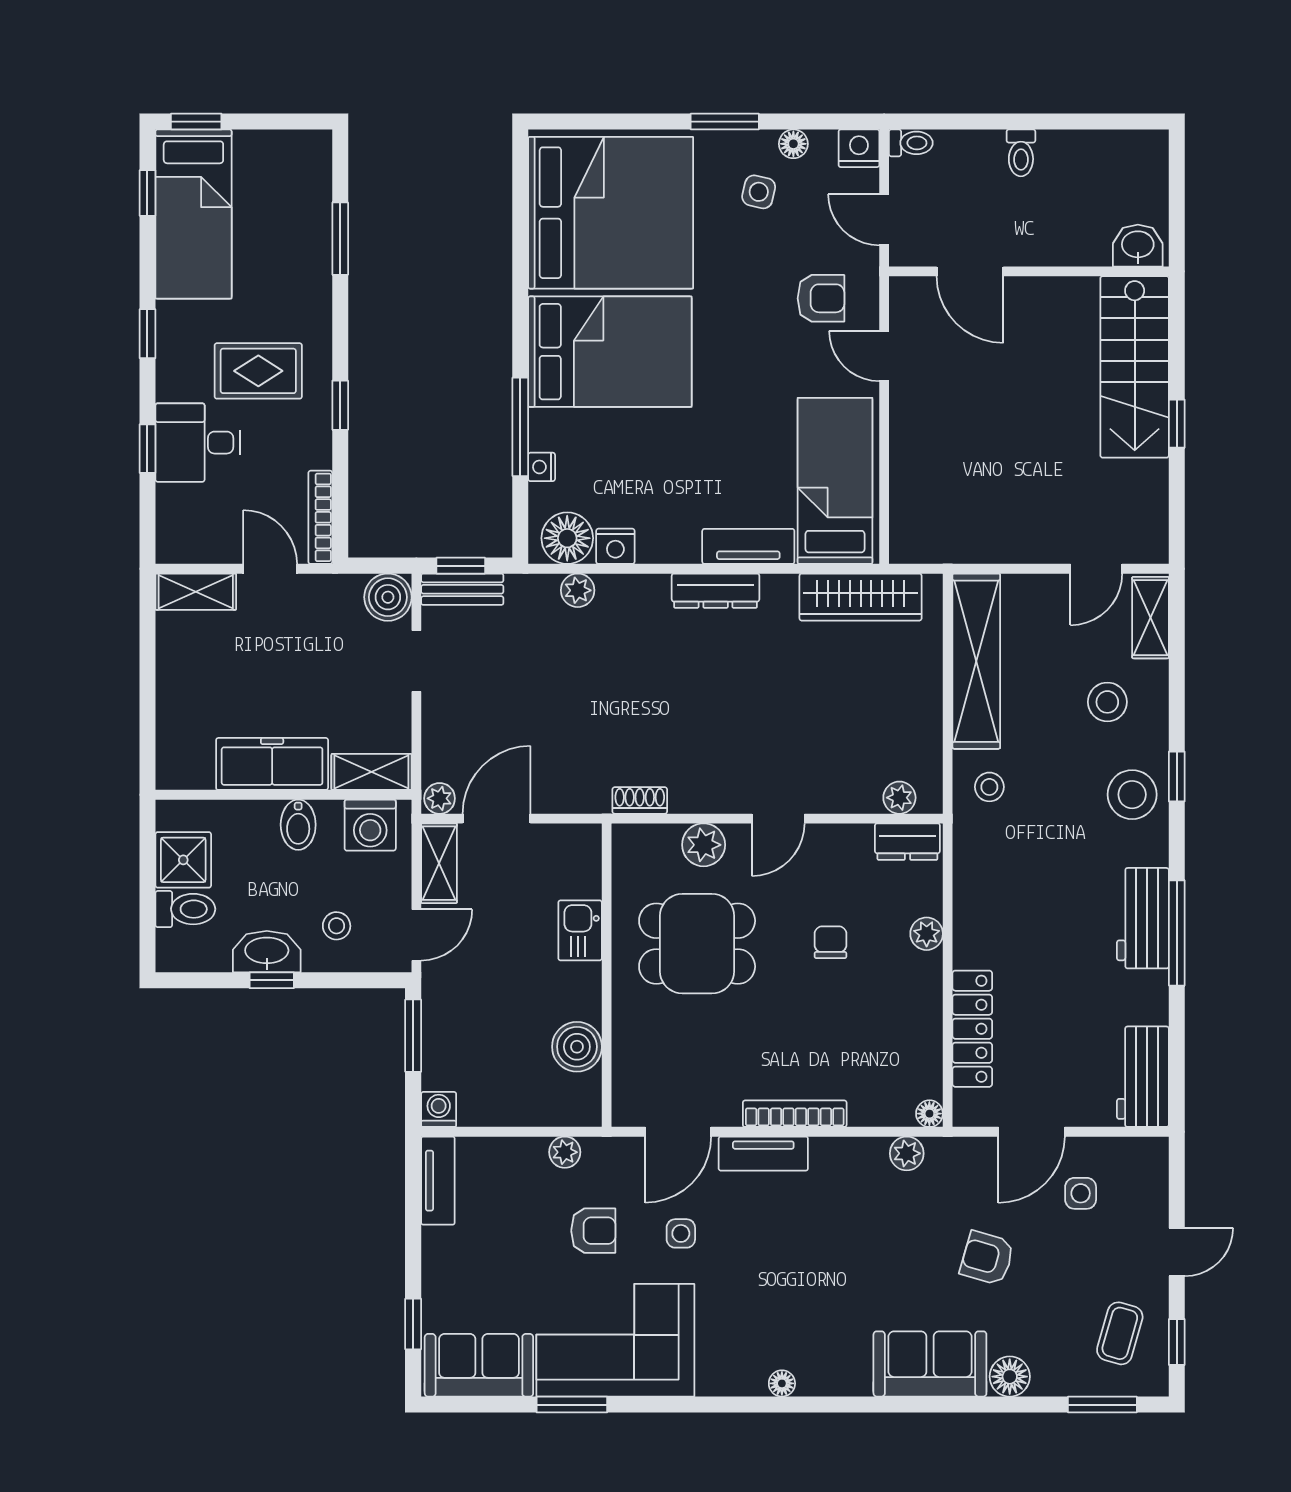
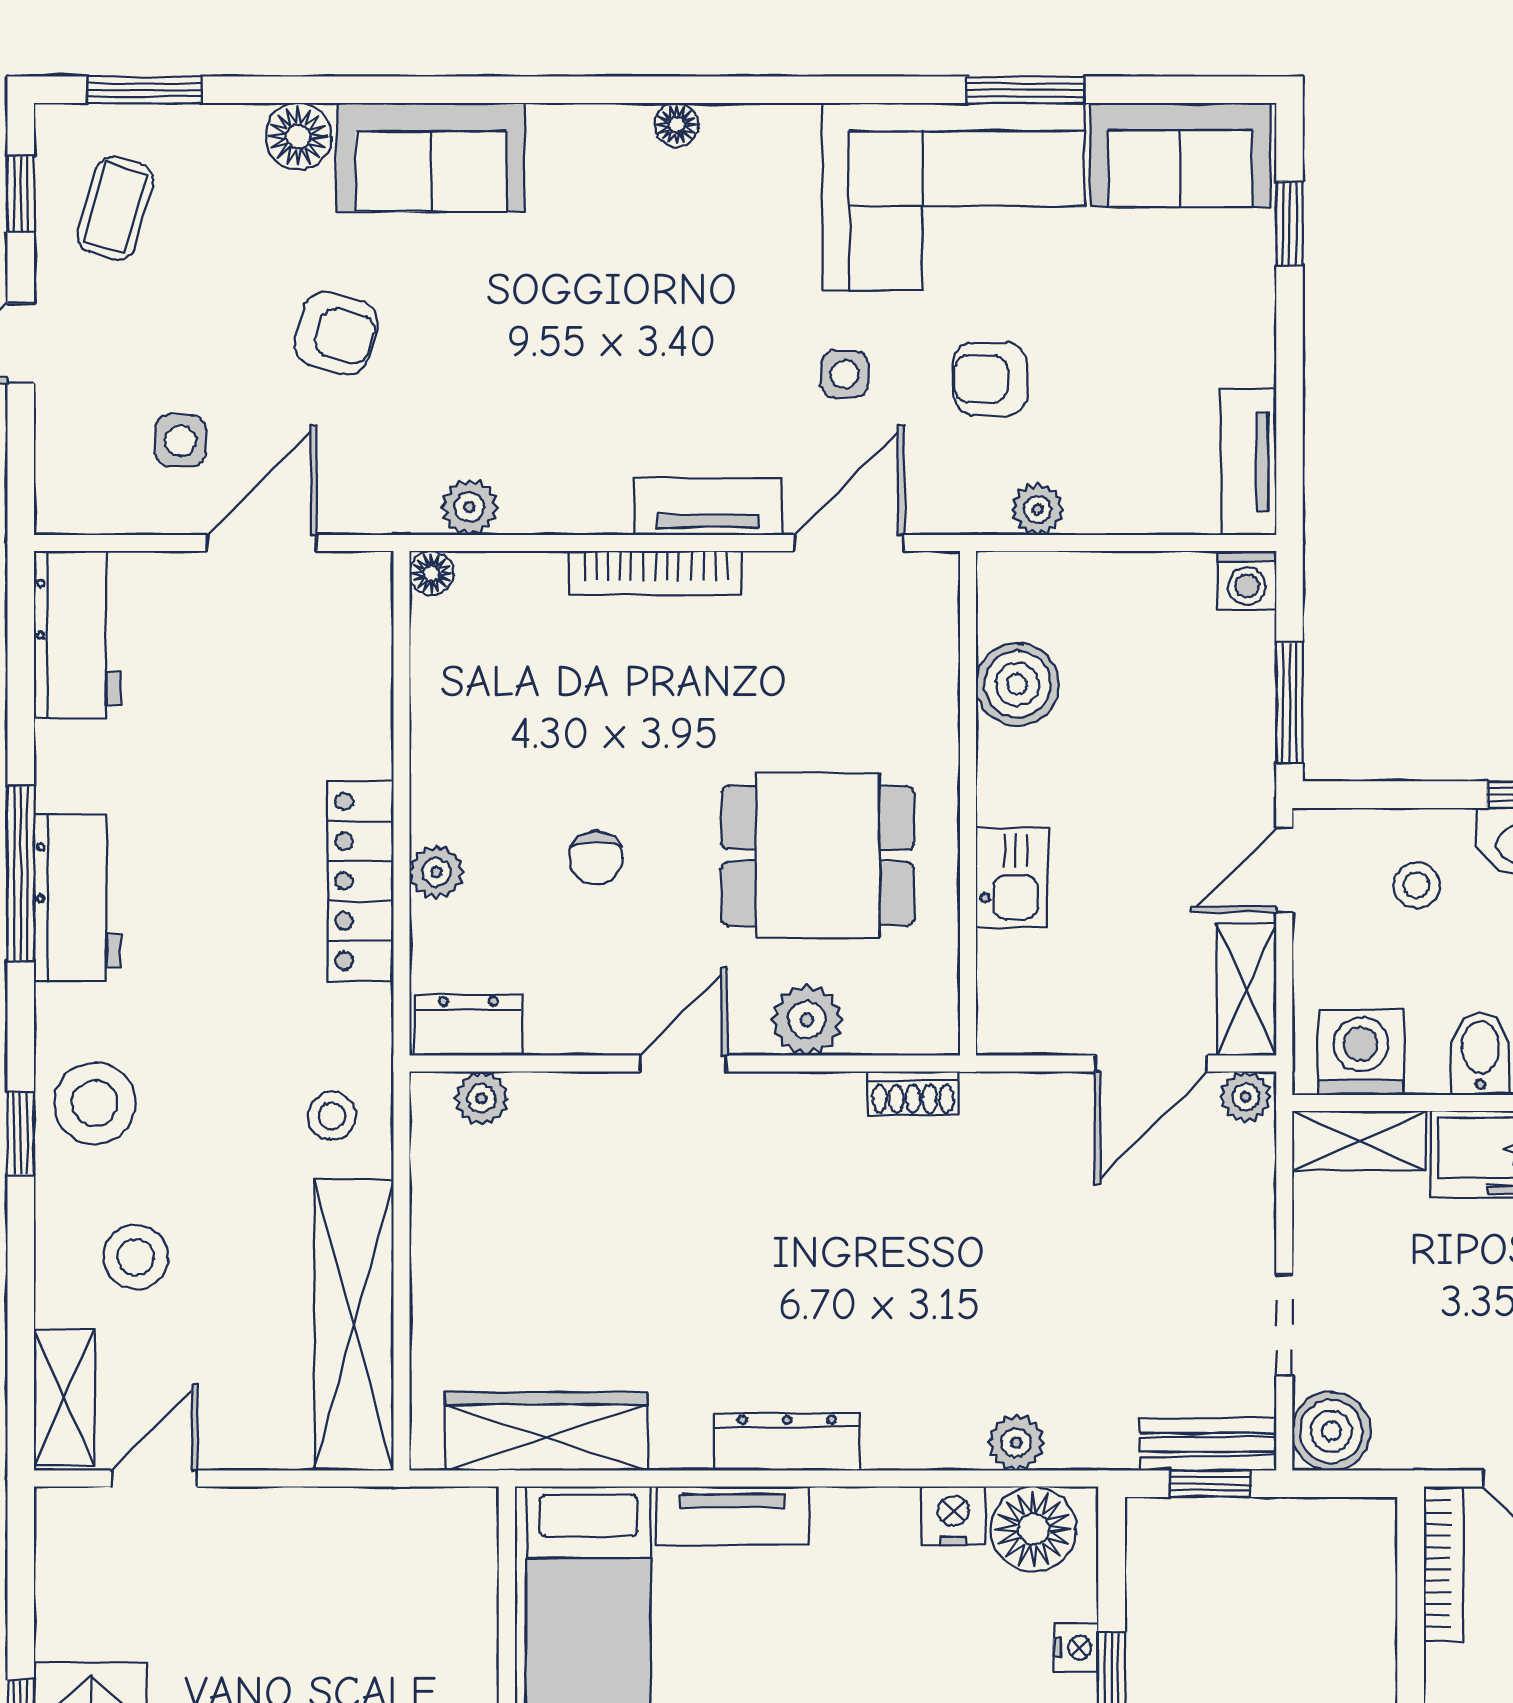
locker: (972, 1029) -> (361, 881), moved

